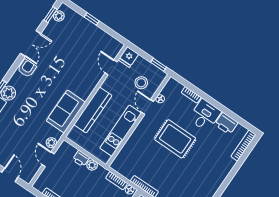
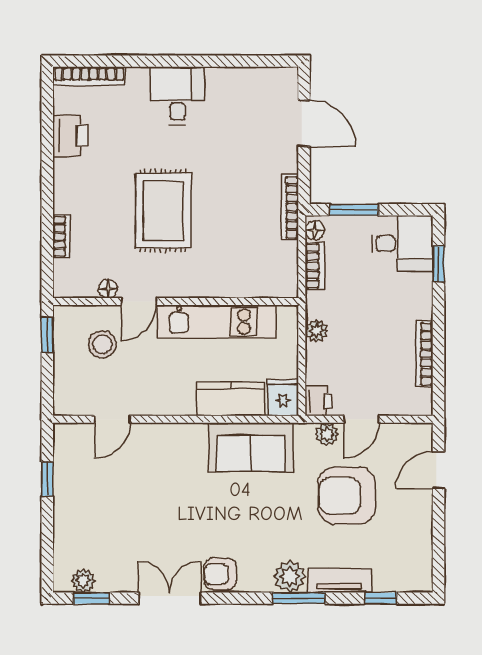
window: (92, 19) -> (47, 479), moved
fridge: (128, 57) -> (283, 397), moved, turned -90
kitchen counter: (93, 110) -> (231, 399), width x0.67
desk: (205, 115) -> (177, 96), moved, turned 90
armchair: (24, 135) -> (347, 496), added
printer: (81, 159) -> (319, 401), moved

